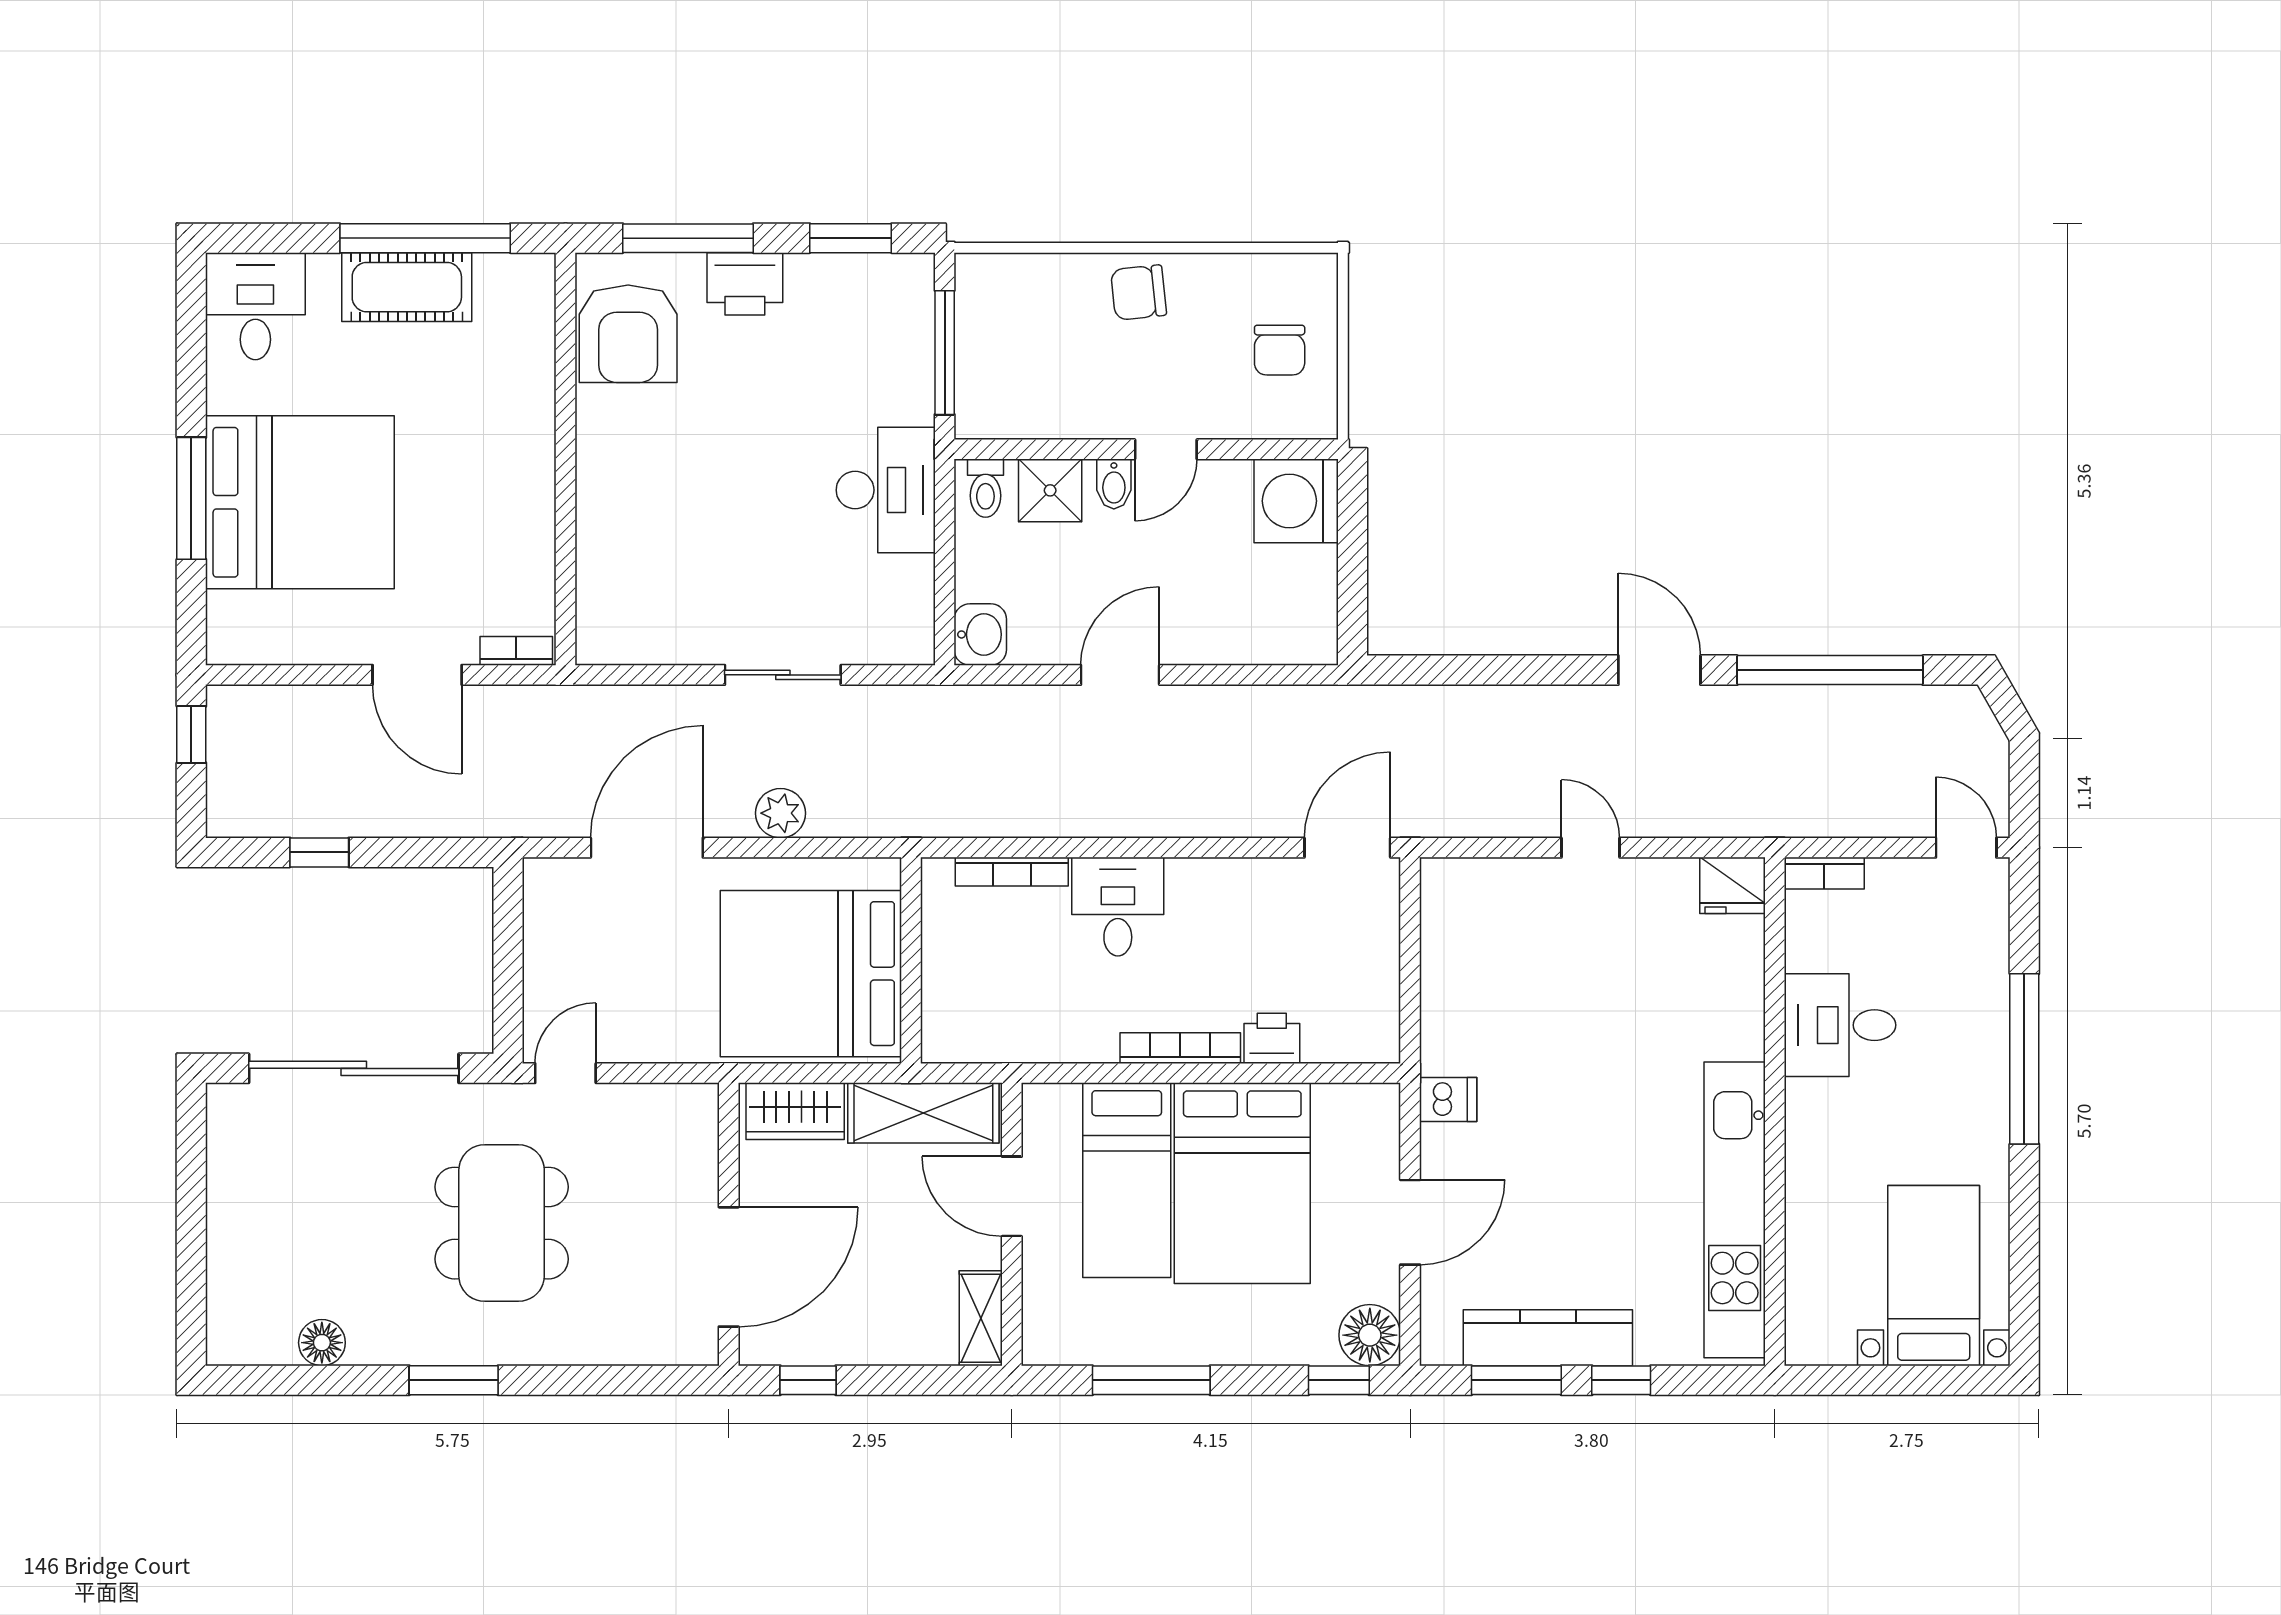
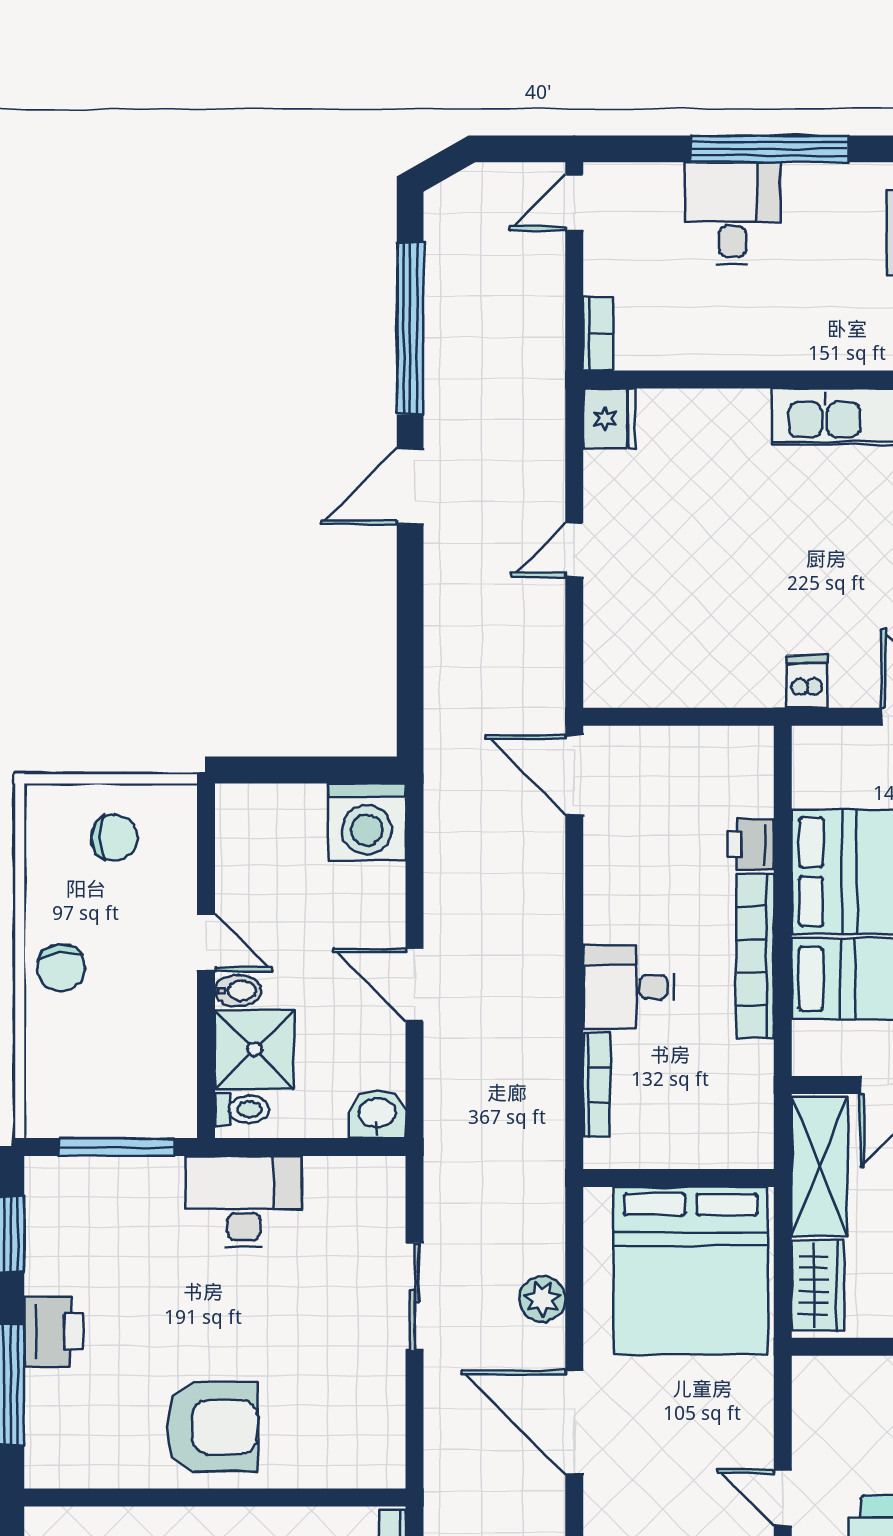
armchair: (628, 334) -> (212, 1427), moved
shower: (1050, 490) -> (255, 1050), width x1.36, depth x1.36
washing machine: (1296, 501) -> (367, 822), moved
desk: (1840, 1025) -> (732, 214), moved, turned 180
bookcase: (1180, 1048) -> (755, 956), width x1.48, depth x1.31

